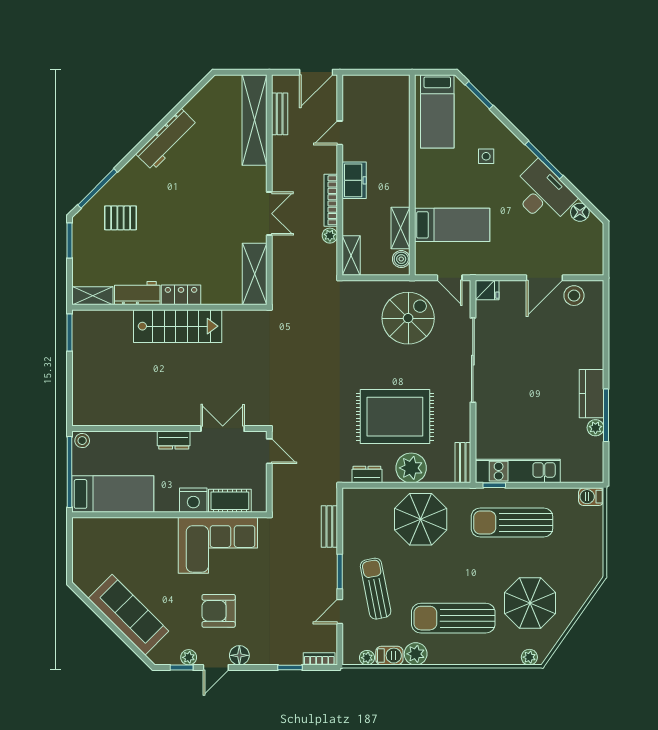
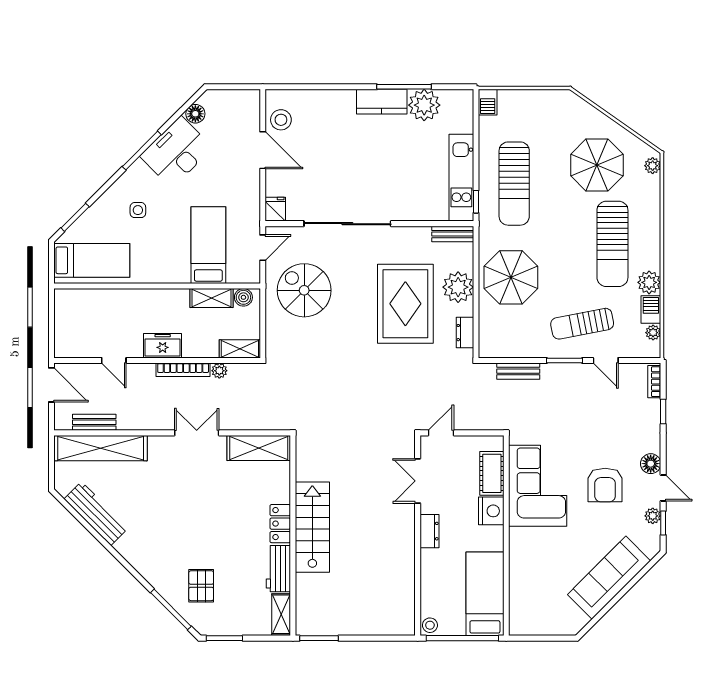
workbench: (167, 140) -> (96, 514), moved
plant: (595, 428) -> (424, 105), width x1.87, depth x1.87

